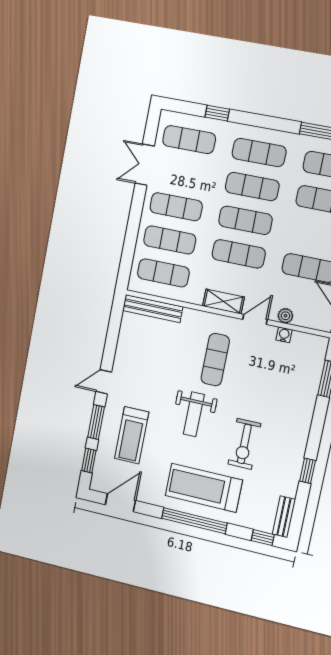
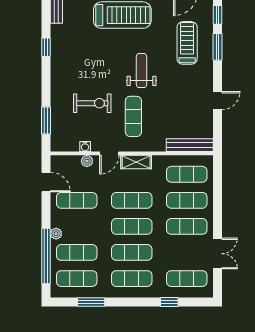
door: (104, 382) -> (218, 101), moved
exercise bike: (244, 444) -> (92, 103), moved, turned 90

